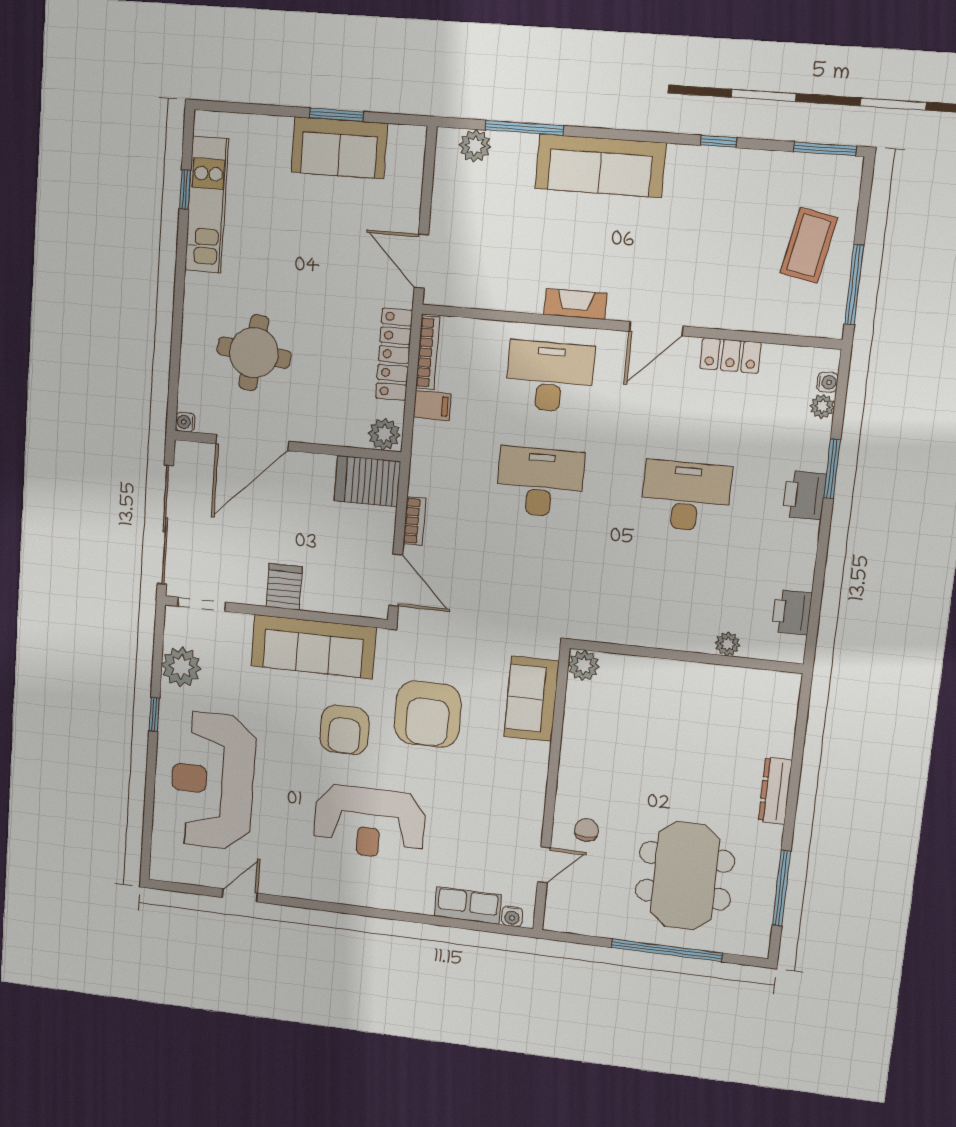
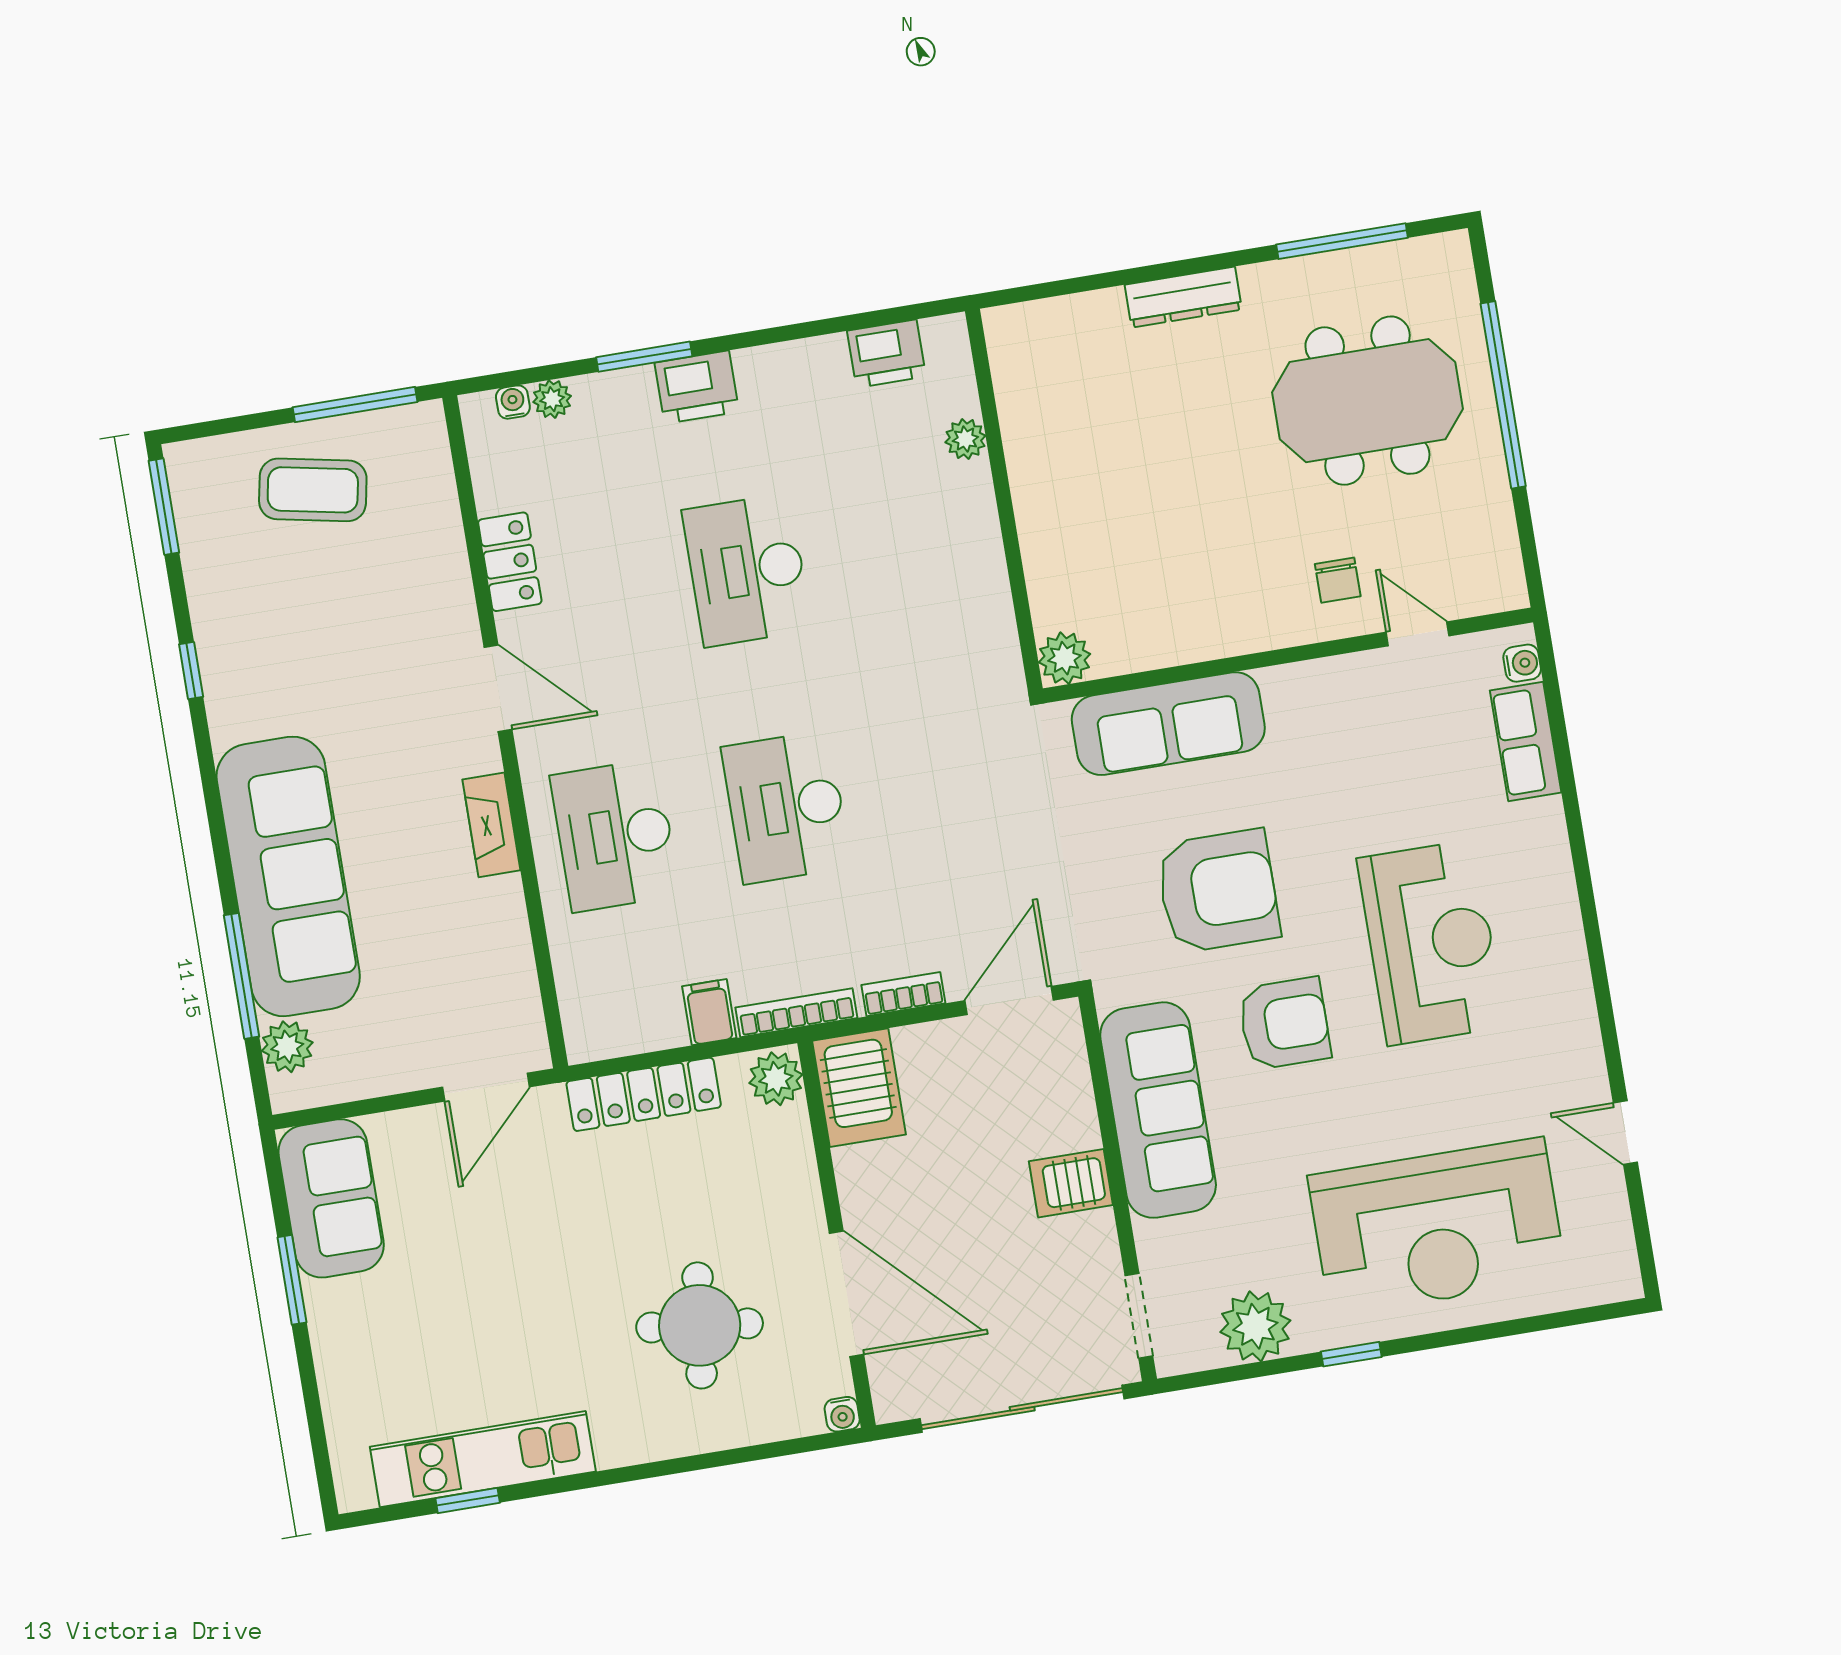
sofa: (339, 148) -> (331, 1198), moved
sofa: (600, 166) -> (288, 876), width x1.36, depth x1.27
bookcase: (428, 353) -> (796, 1013), moved
sofa: (532, 699) -> (1168, 724), width x1.36
chair: (587, 830) -> (1338, 580), turned -91

